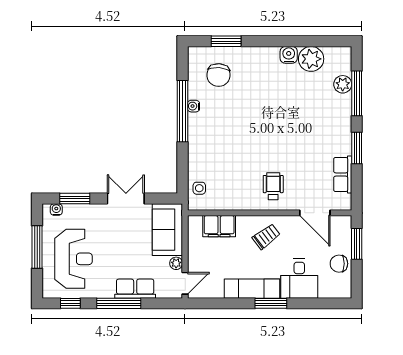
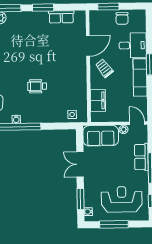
wheelchair: (273, 186) -> (37, 86), moved
door: (315, 213) -> (88, 46), moved

